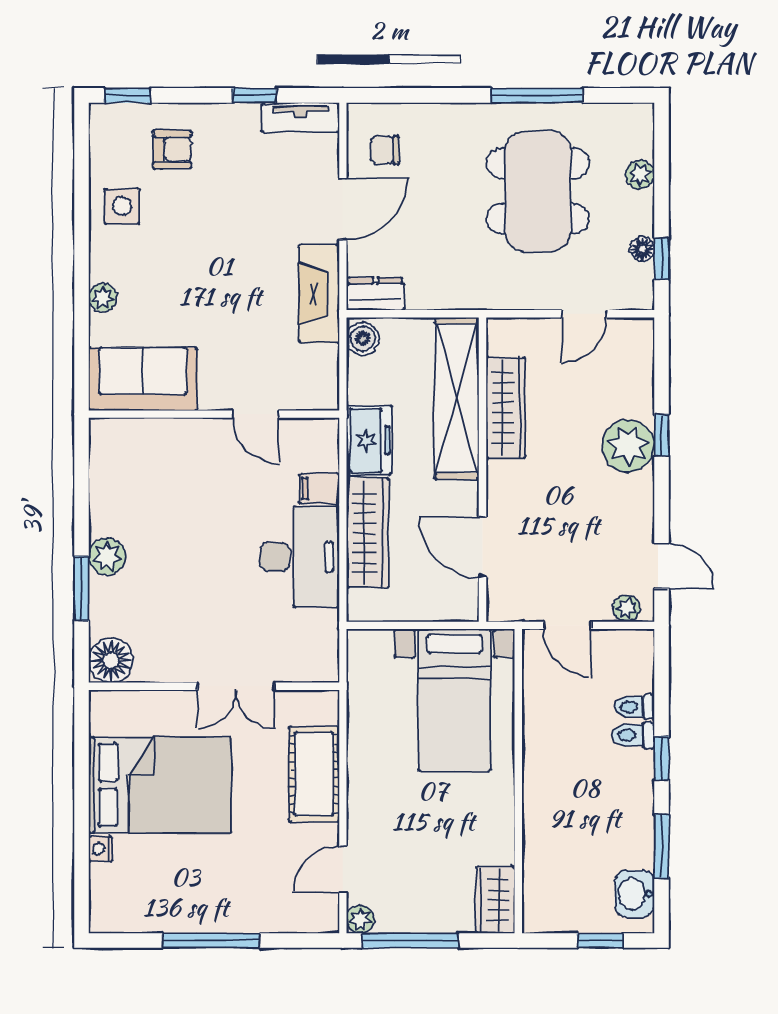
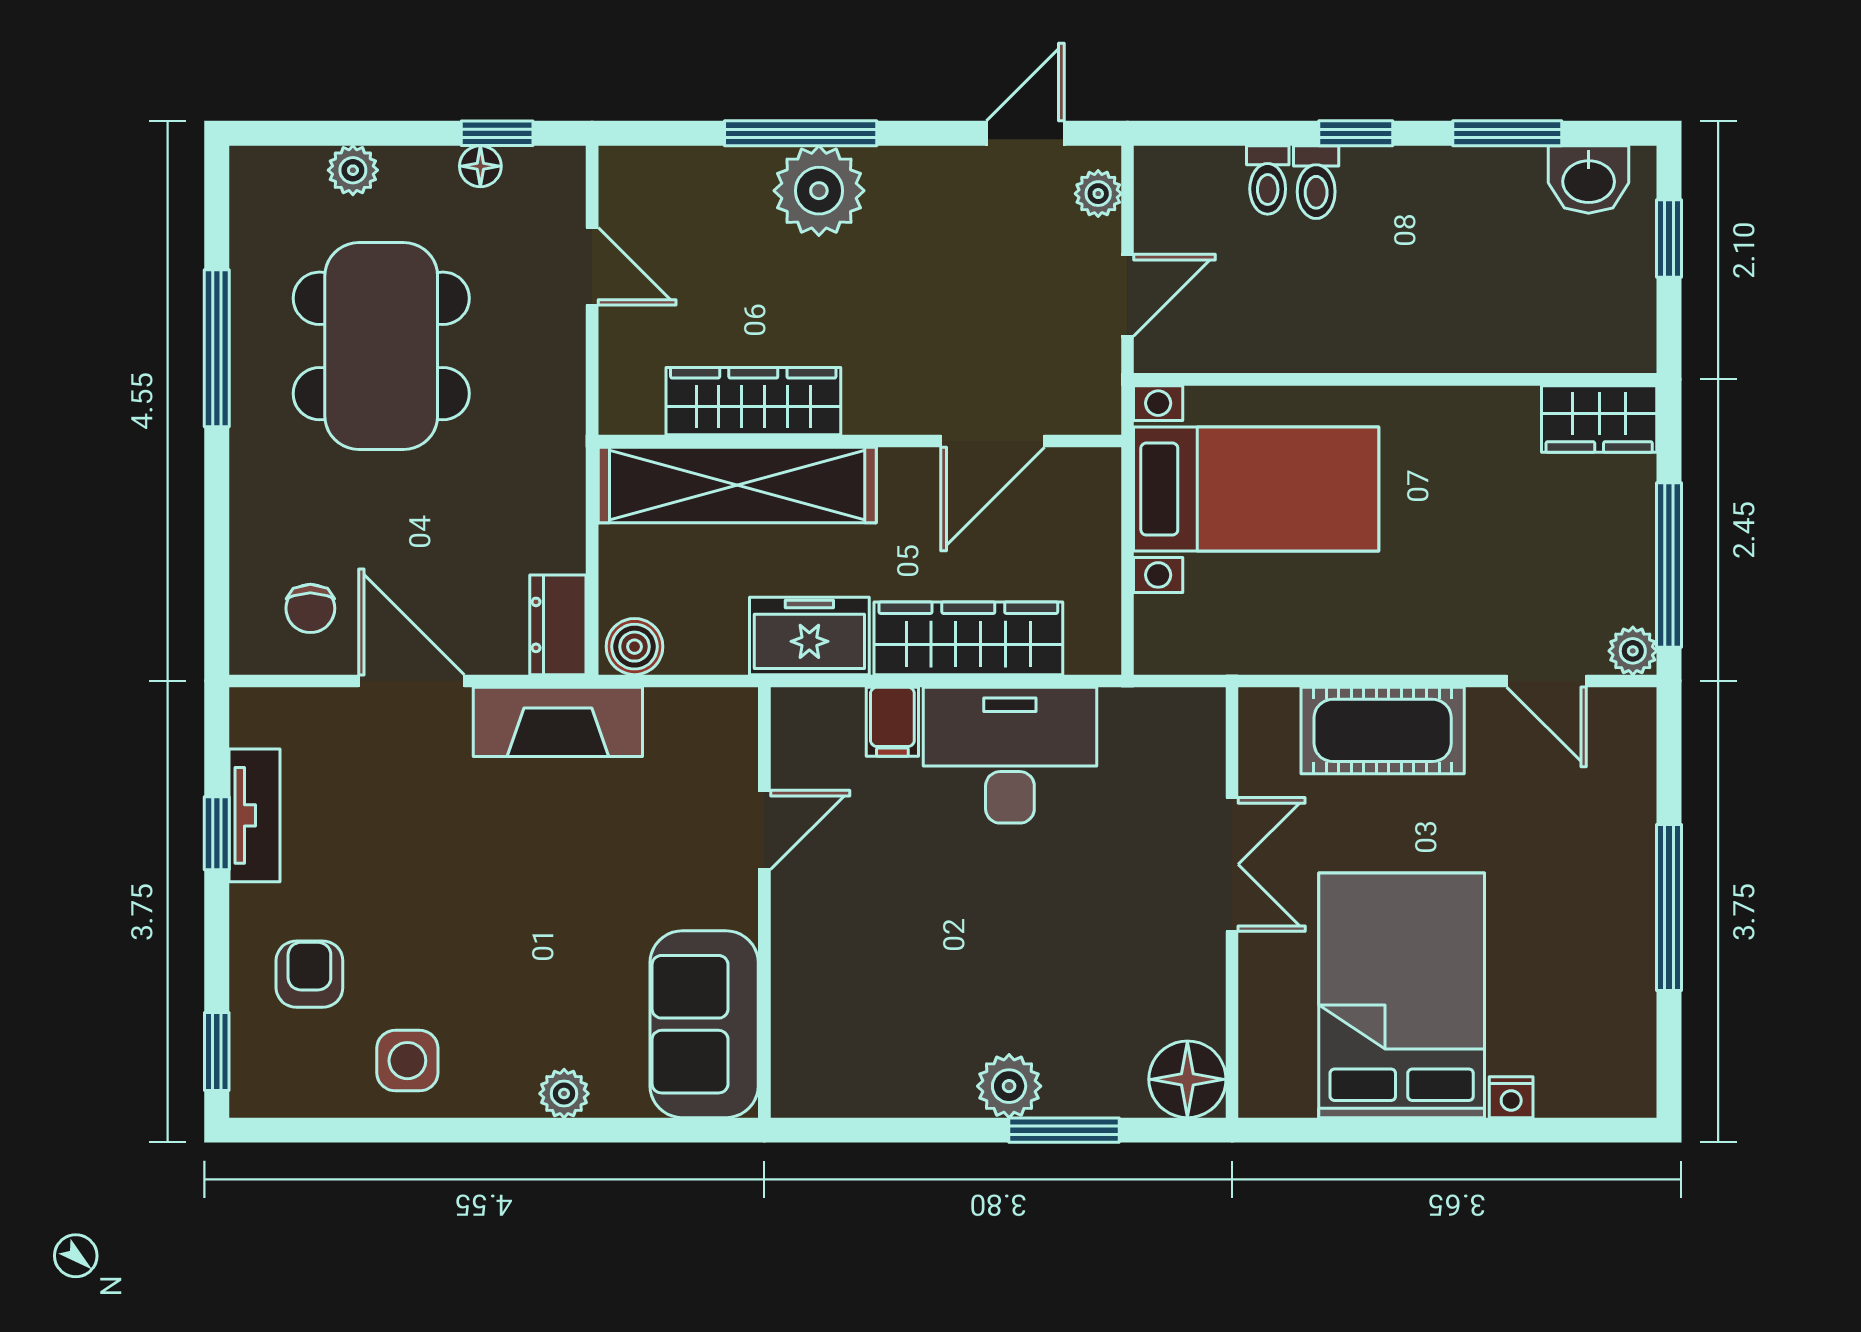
tv unit: (301, 117) -> (254, 815), moved
dining table: (538, 191) -> (381, 346), turned 90
window: (662, 435) -> (801, 133), width x2.17

